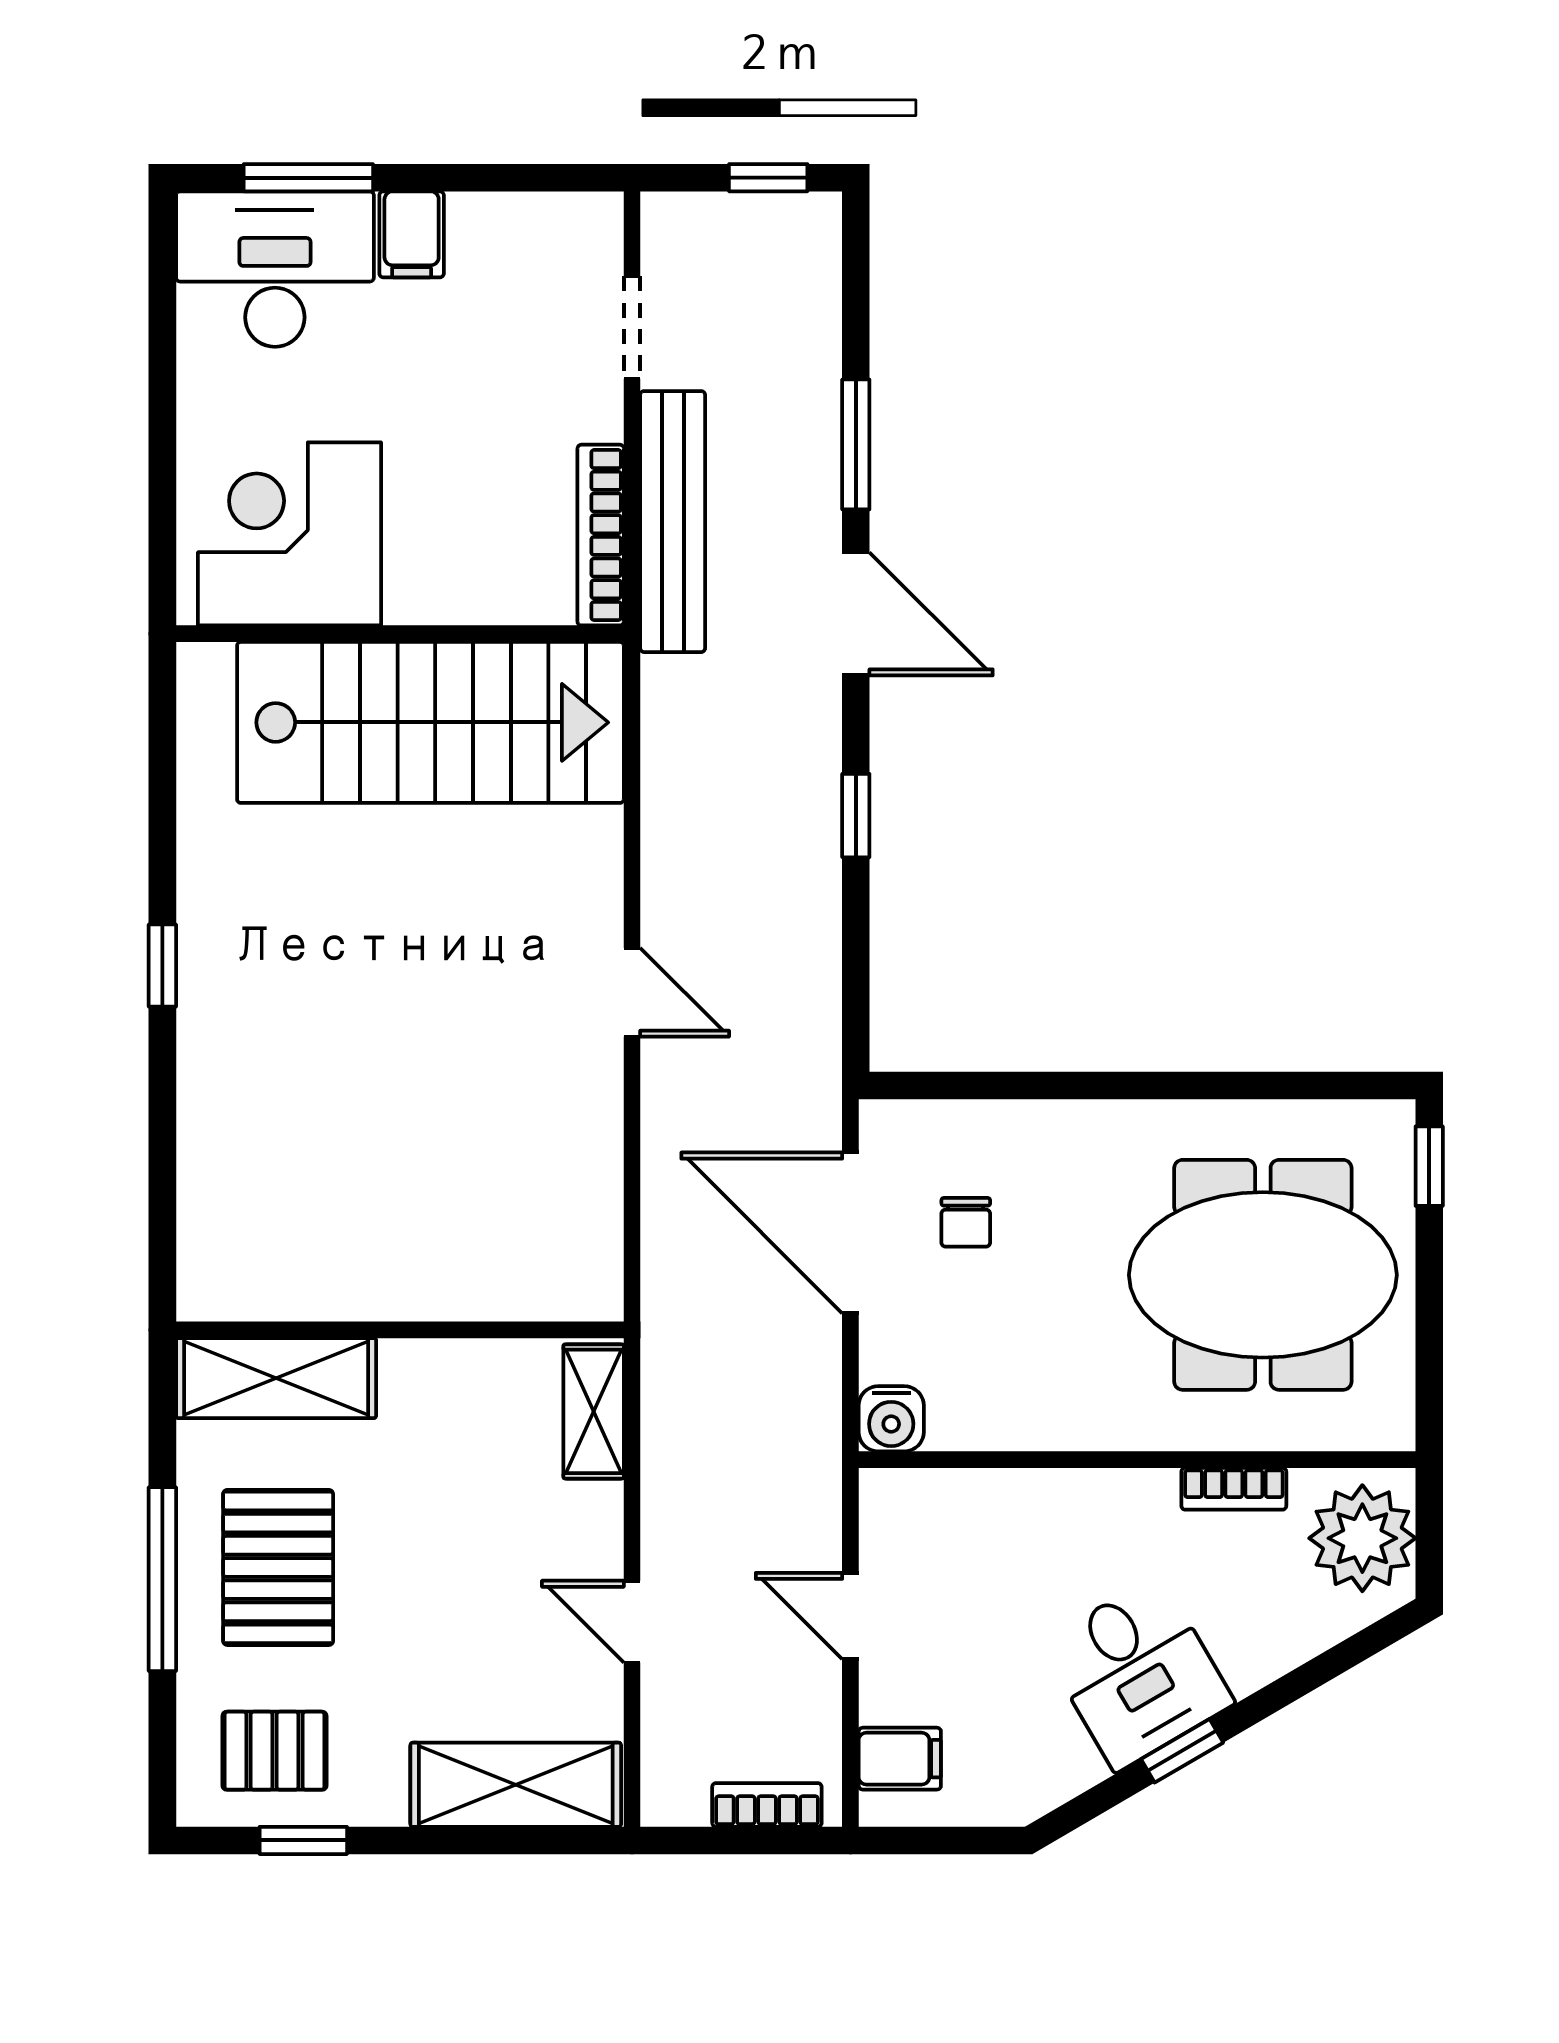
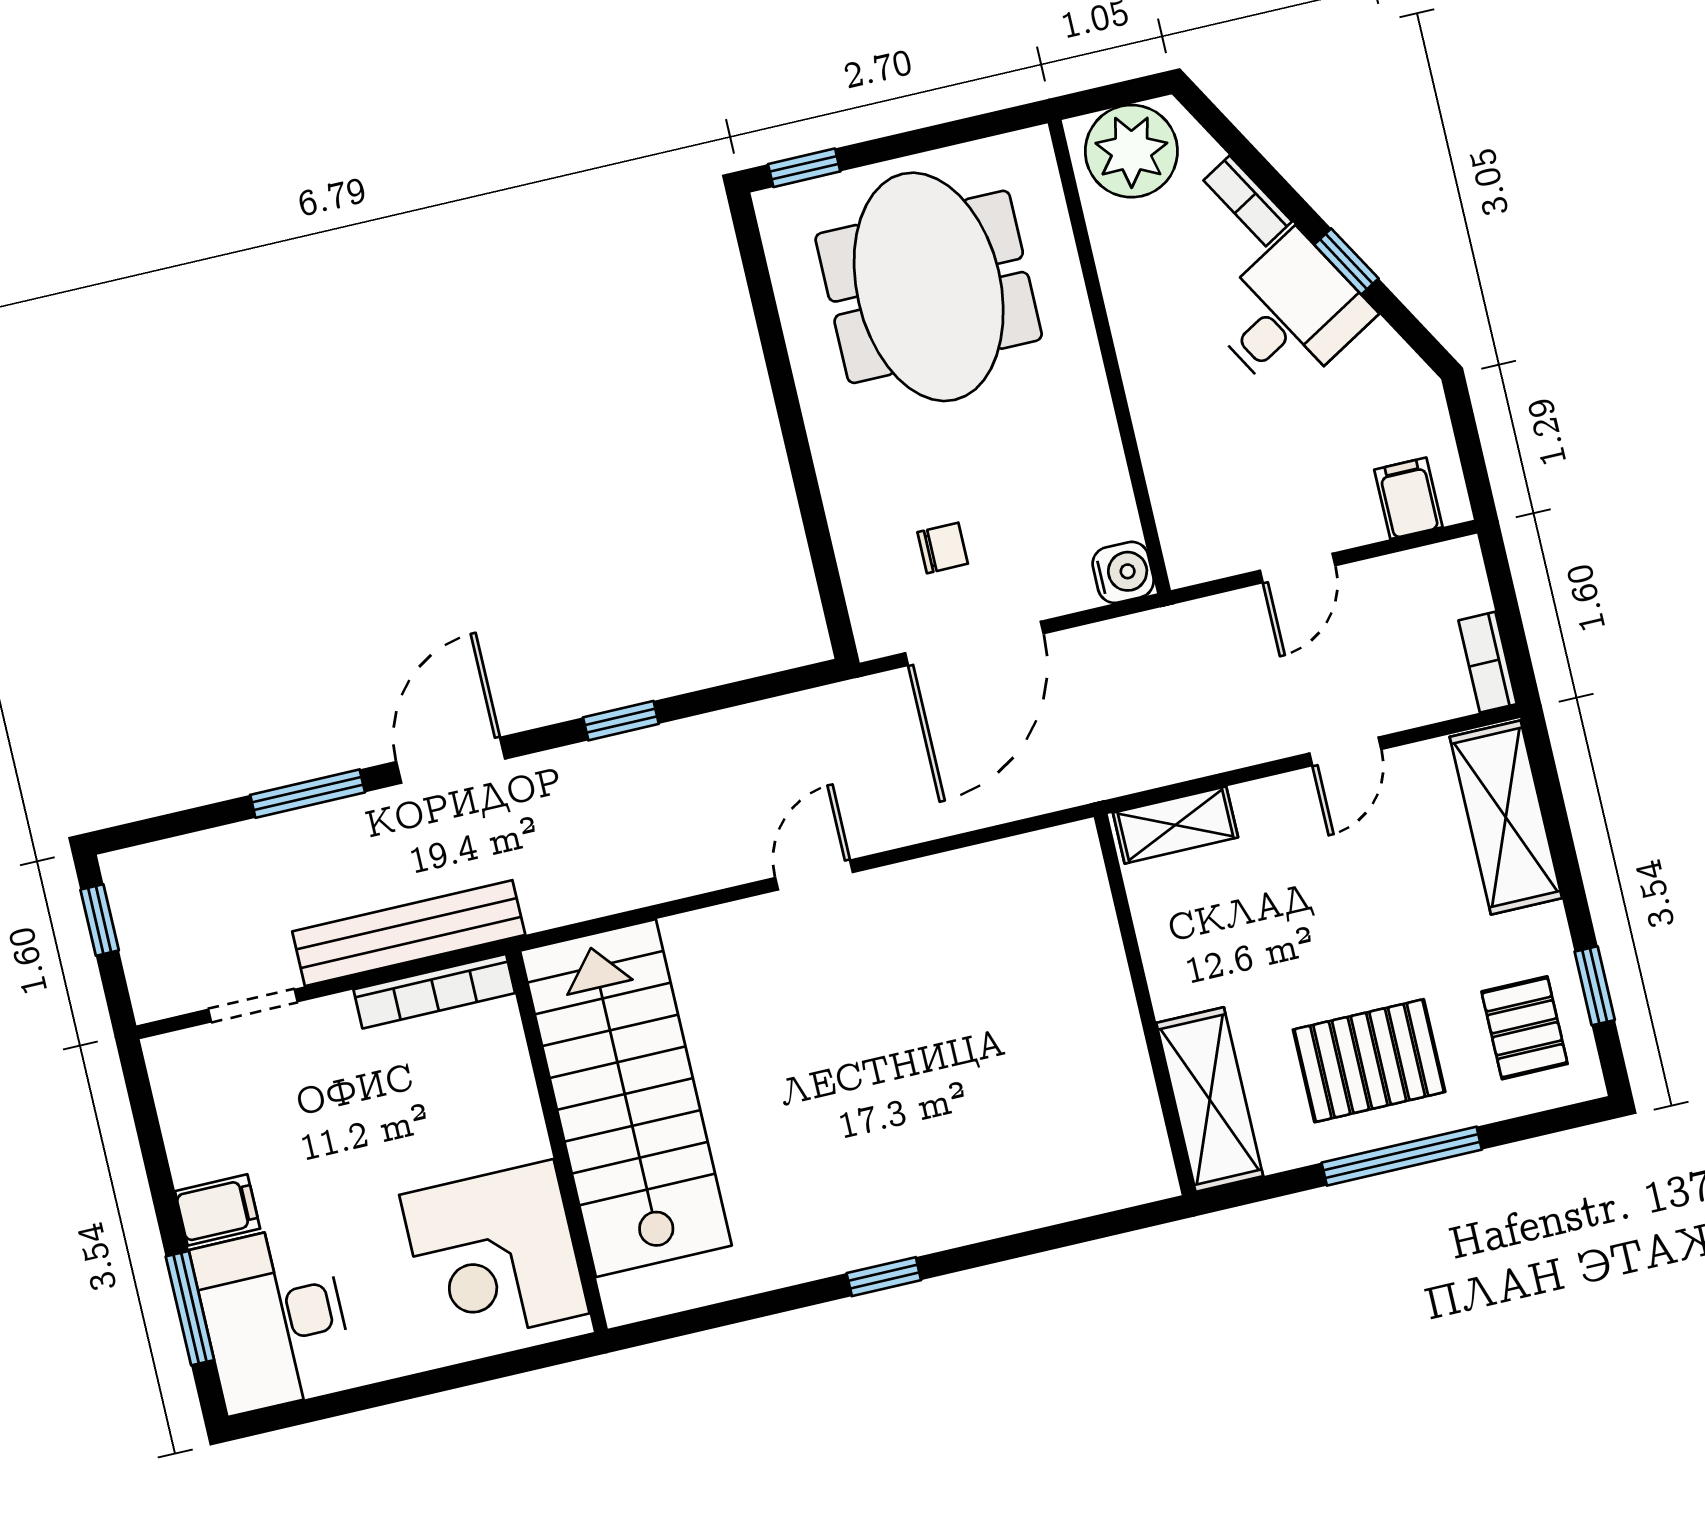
bookcase: (1234, 1489) -> (1248, 201), moved, turned 150
bookcase: (767, 1805) -> (1488, 662), moved

